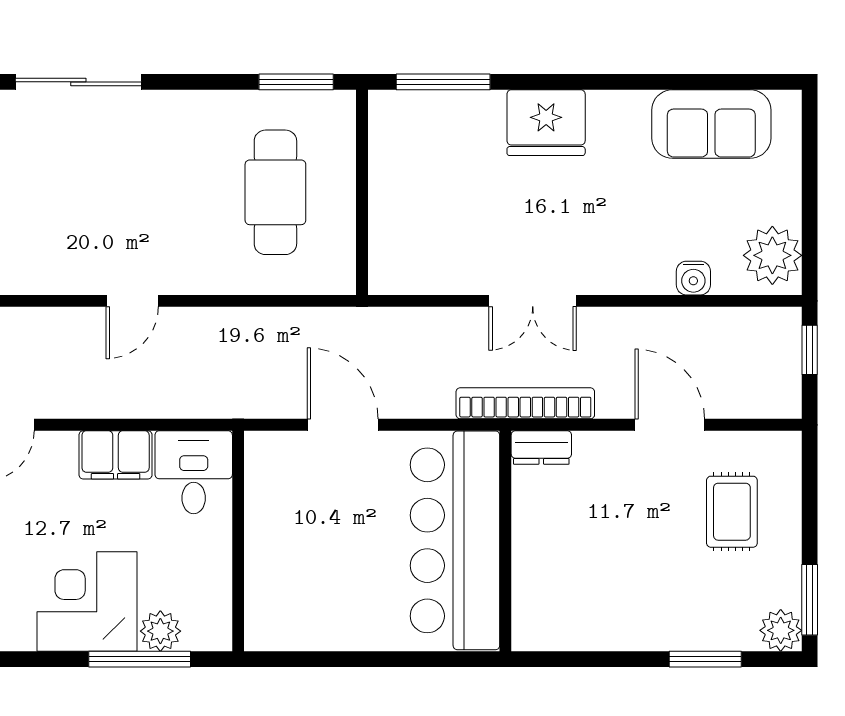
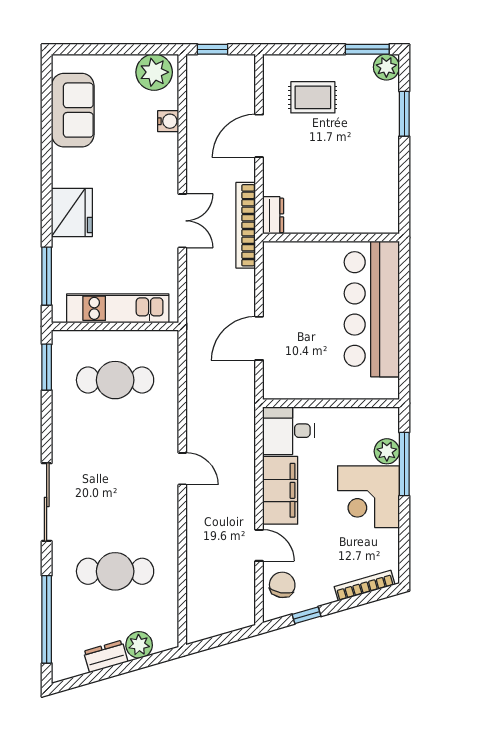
kitchen unit: (391, 197) -> (118, 308), added
filing cabinet: (116, 455) -> (280, 490), width x1.50, depth x1.17
bar counter: (455, 540) -> (372, 309), moved, turned 90

